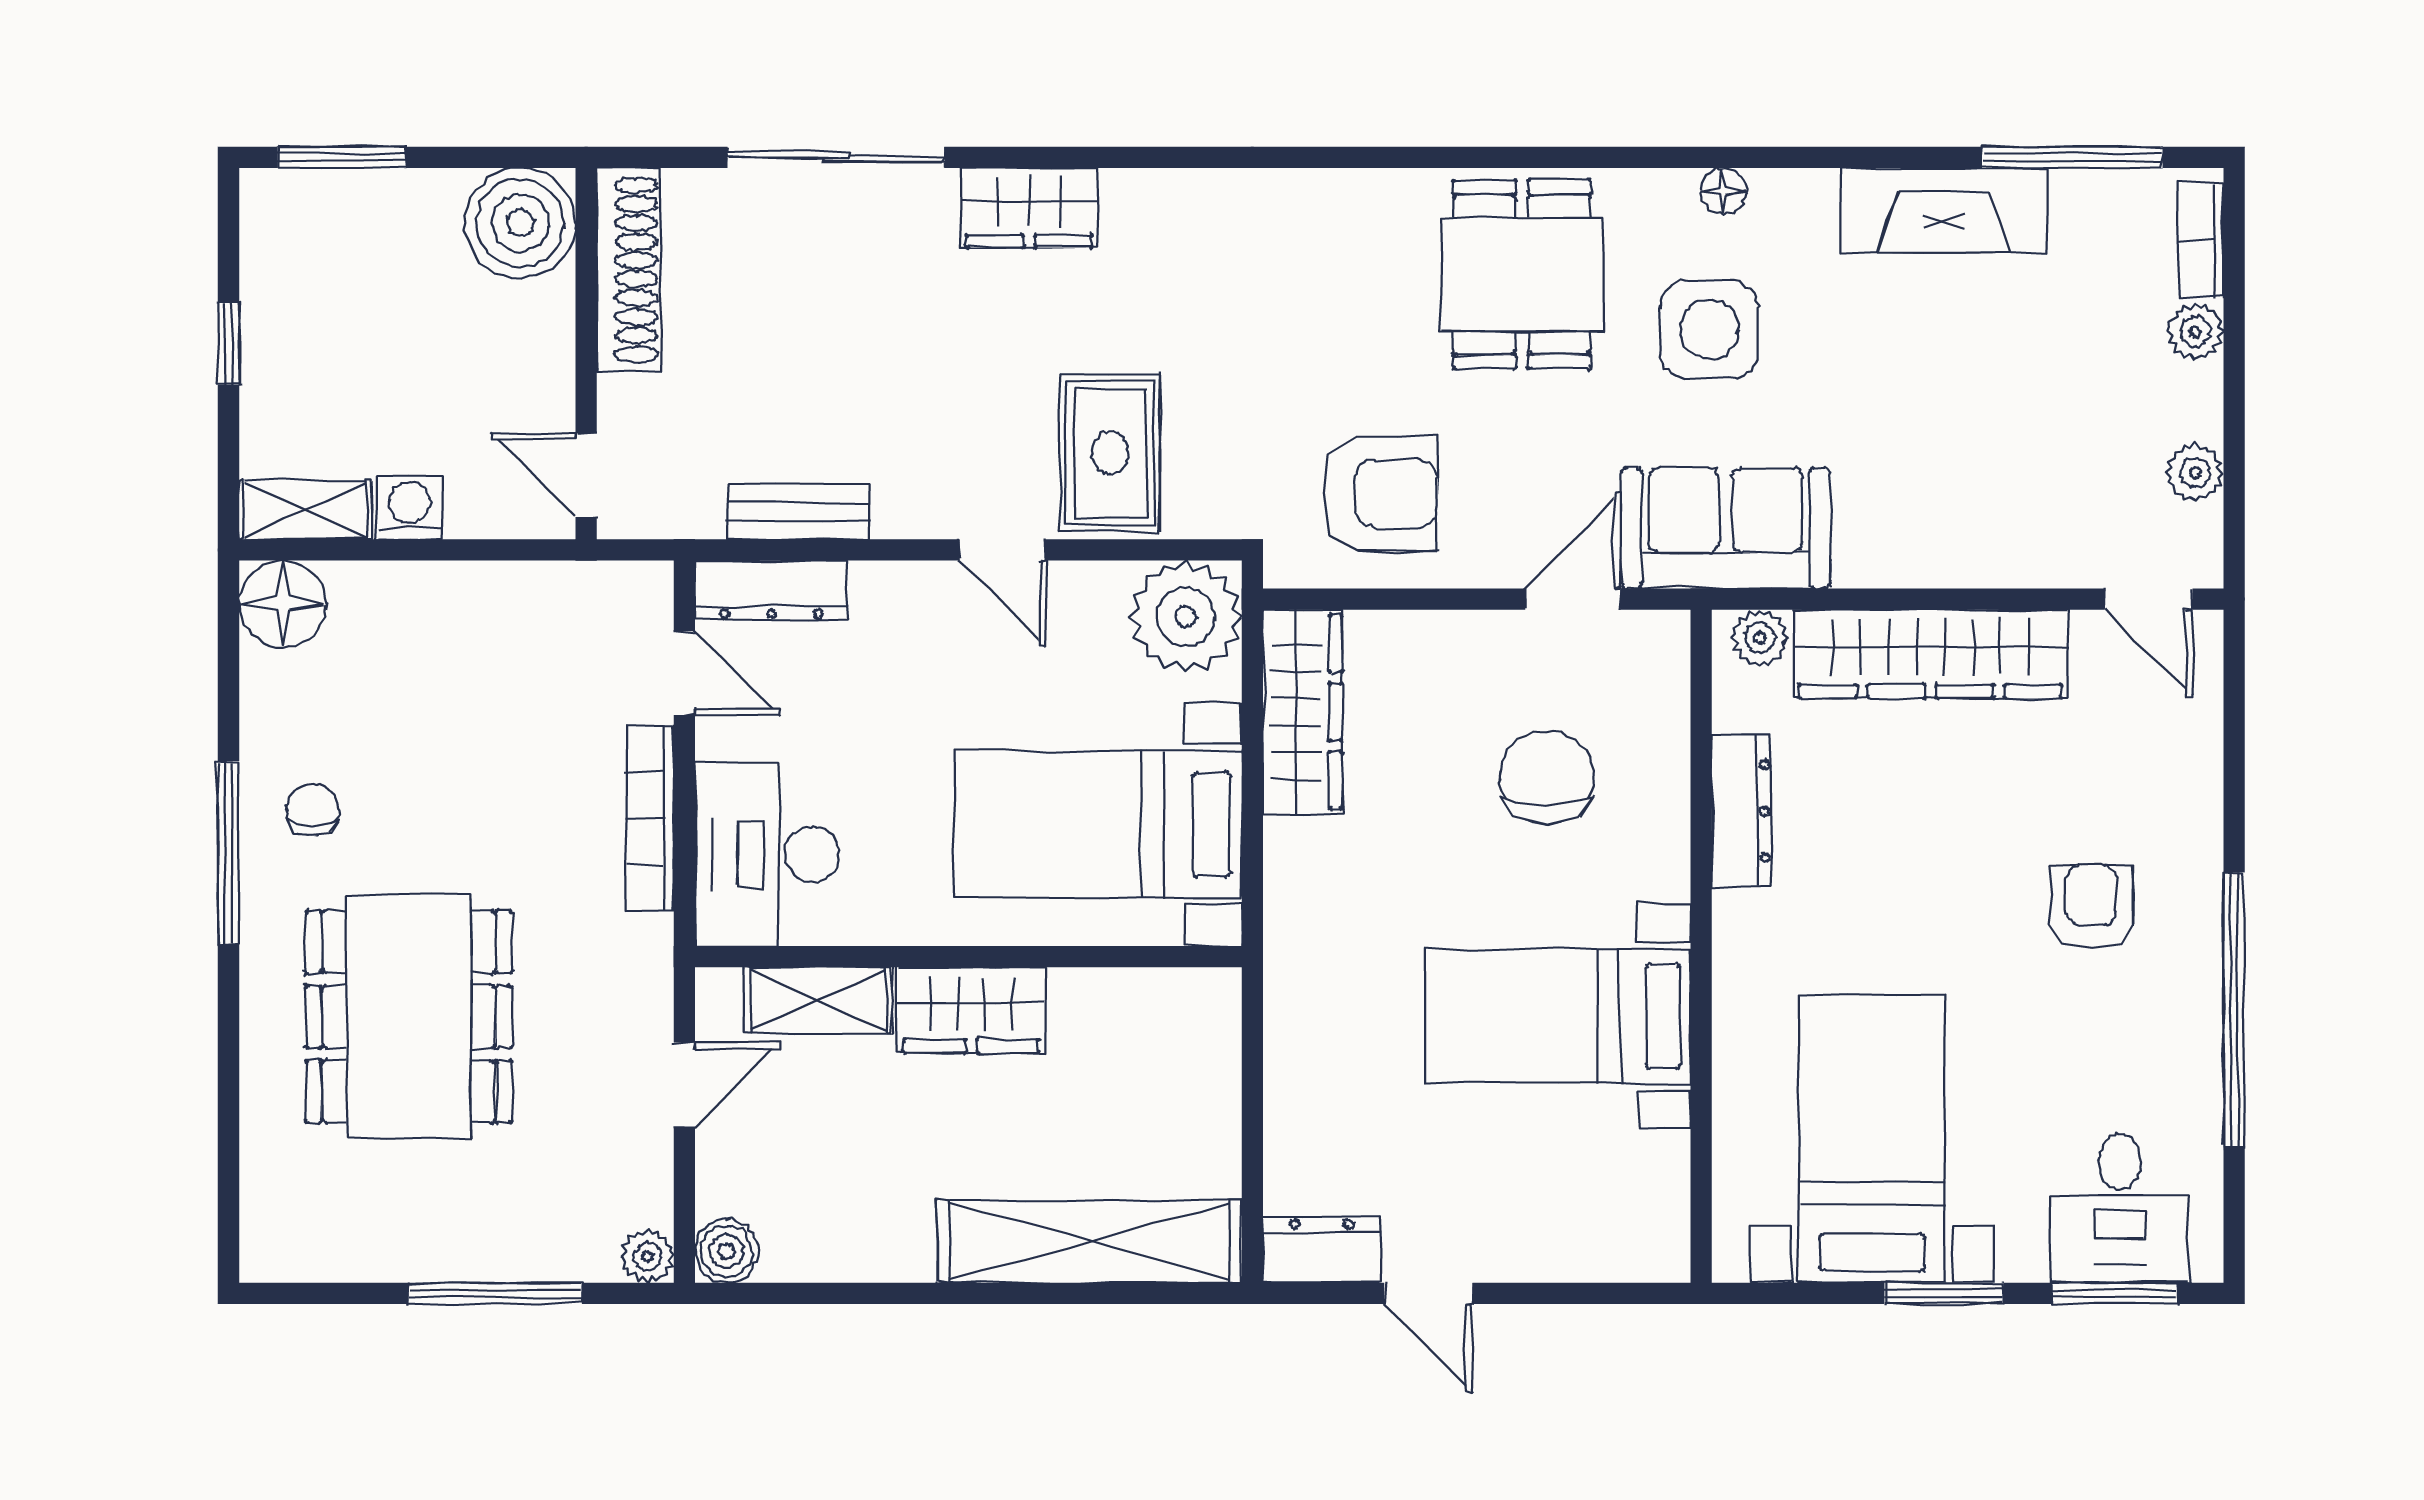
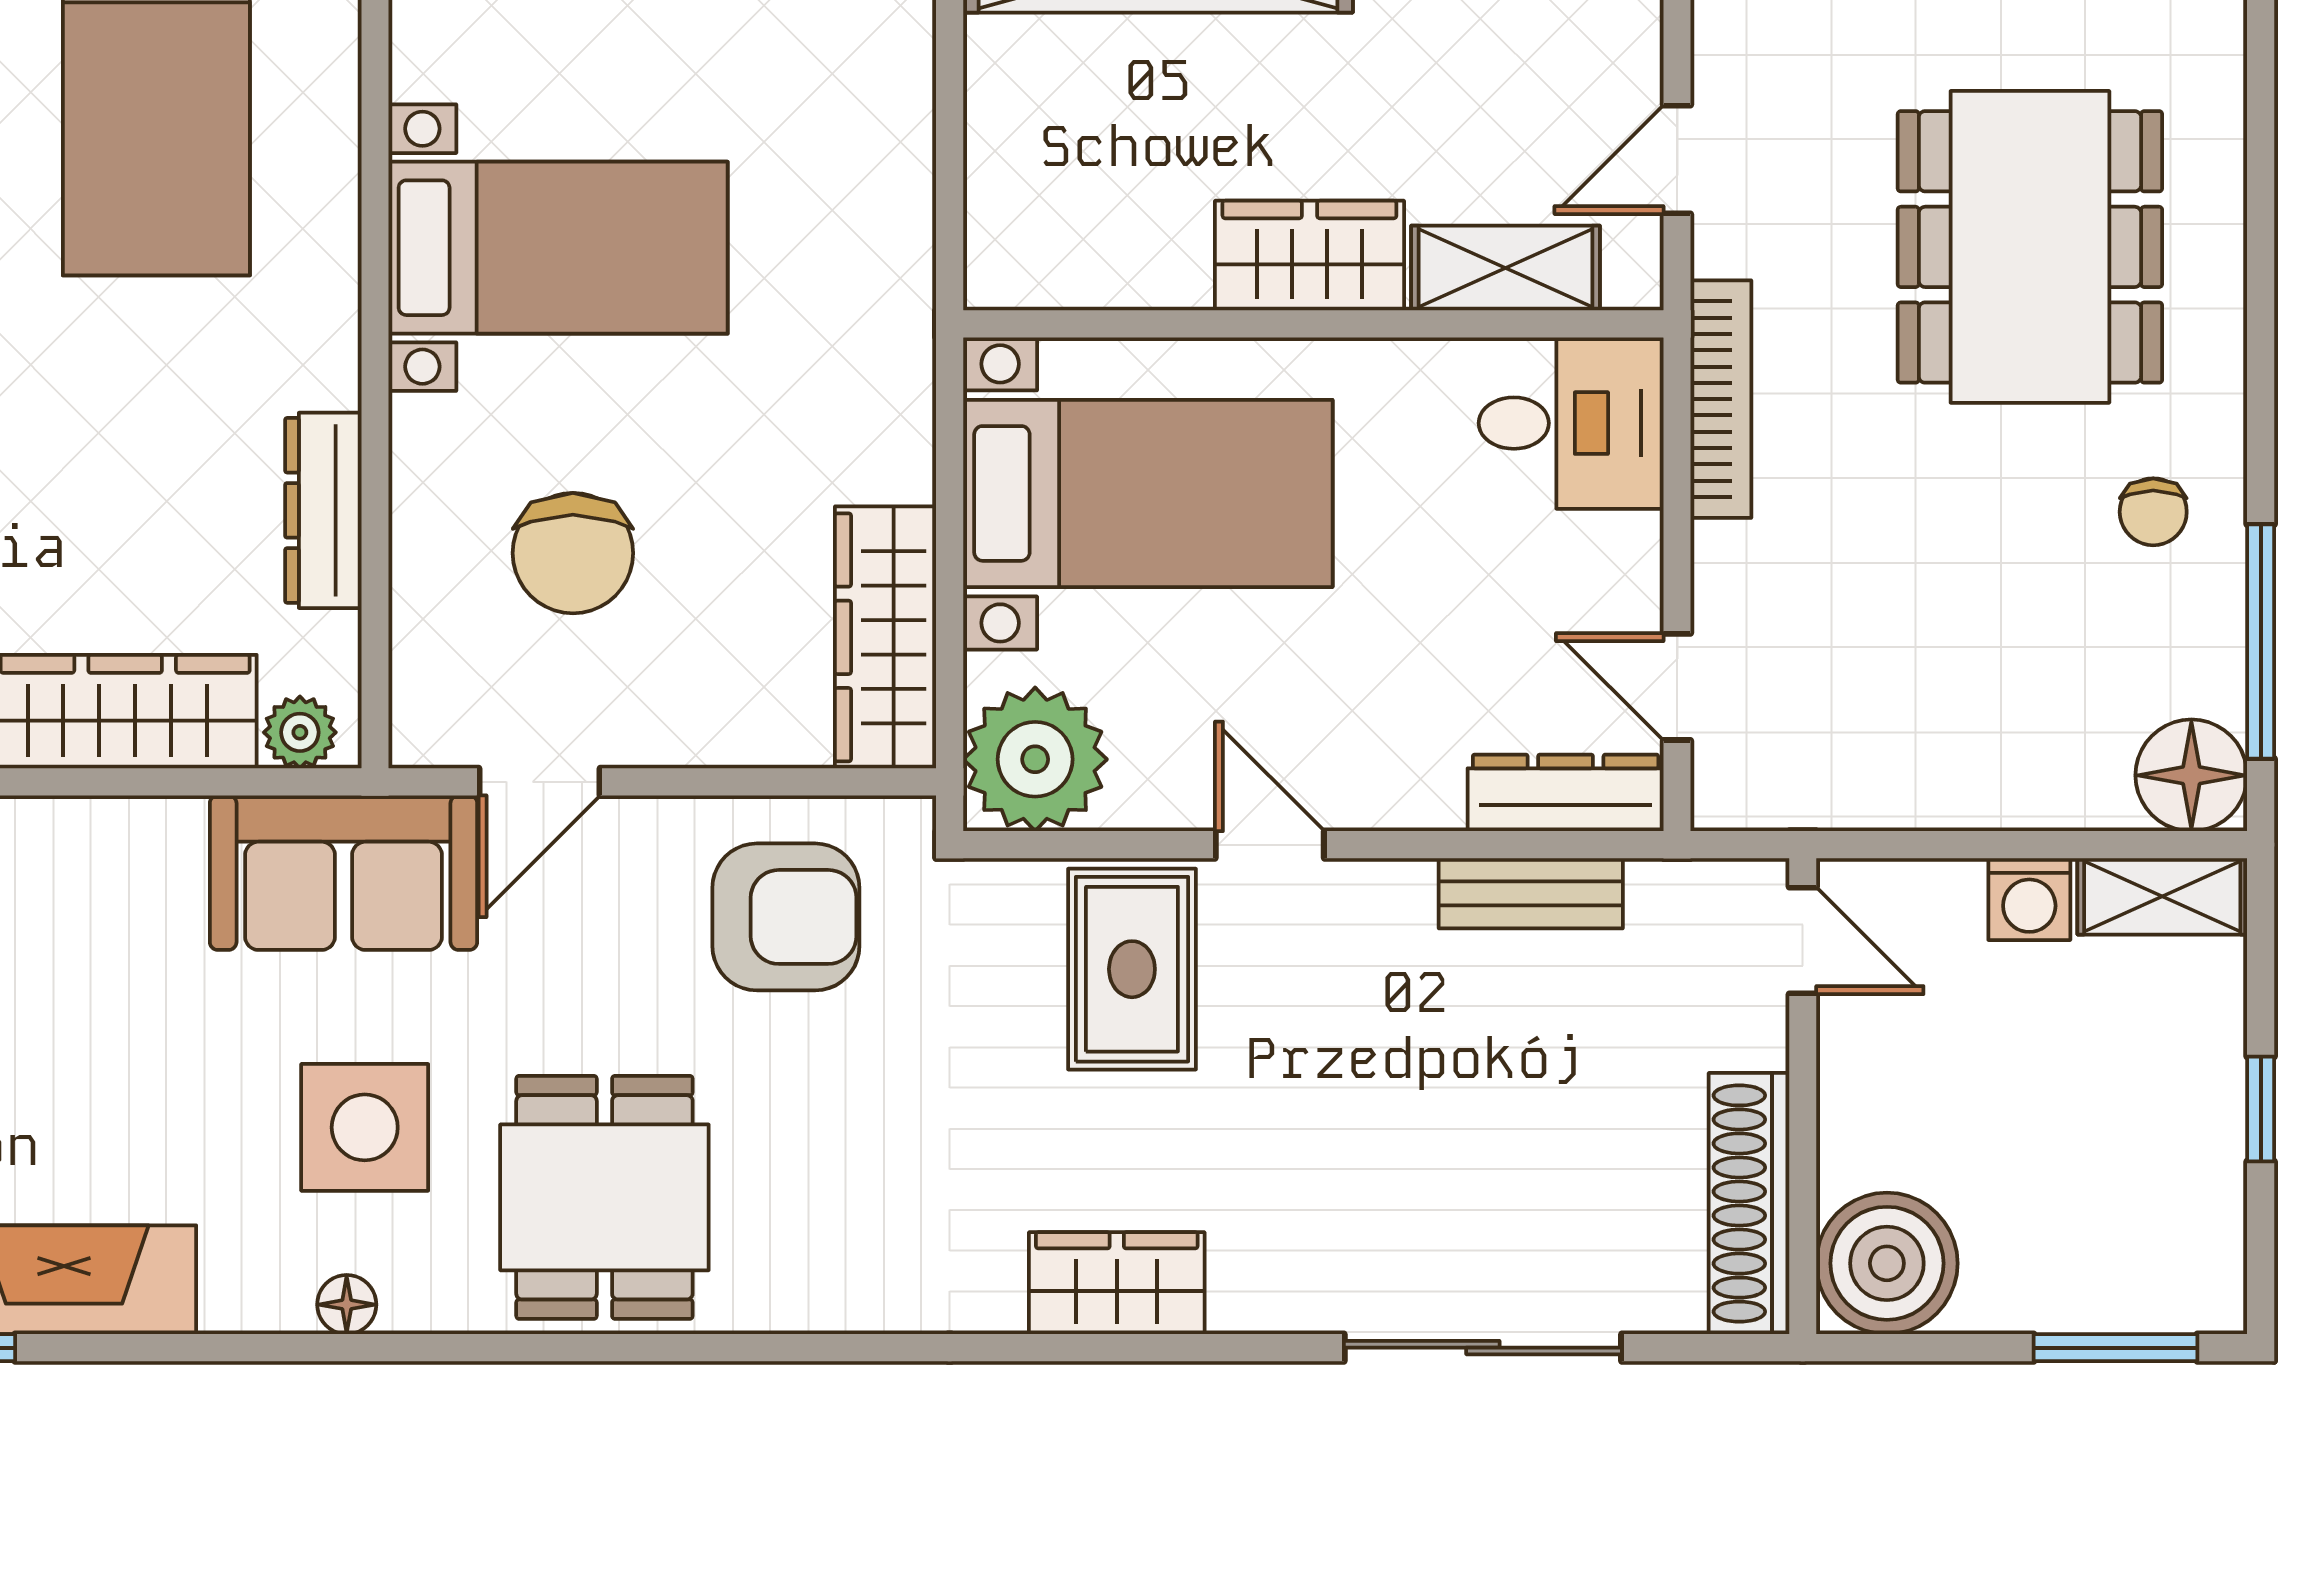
wardrobe: (1029, 208) -> (1117, 1283), moved
armchair: (1380, 494) -> (786, 917), turned 180
bookcase: (650, 818) -> (1721, 399), moved
window: (228, 853) -> (2261, 641), moved
desk: (767, 854) -> (1571, 423), width x0.73

